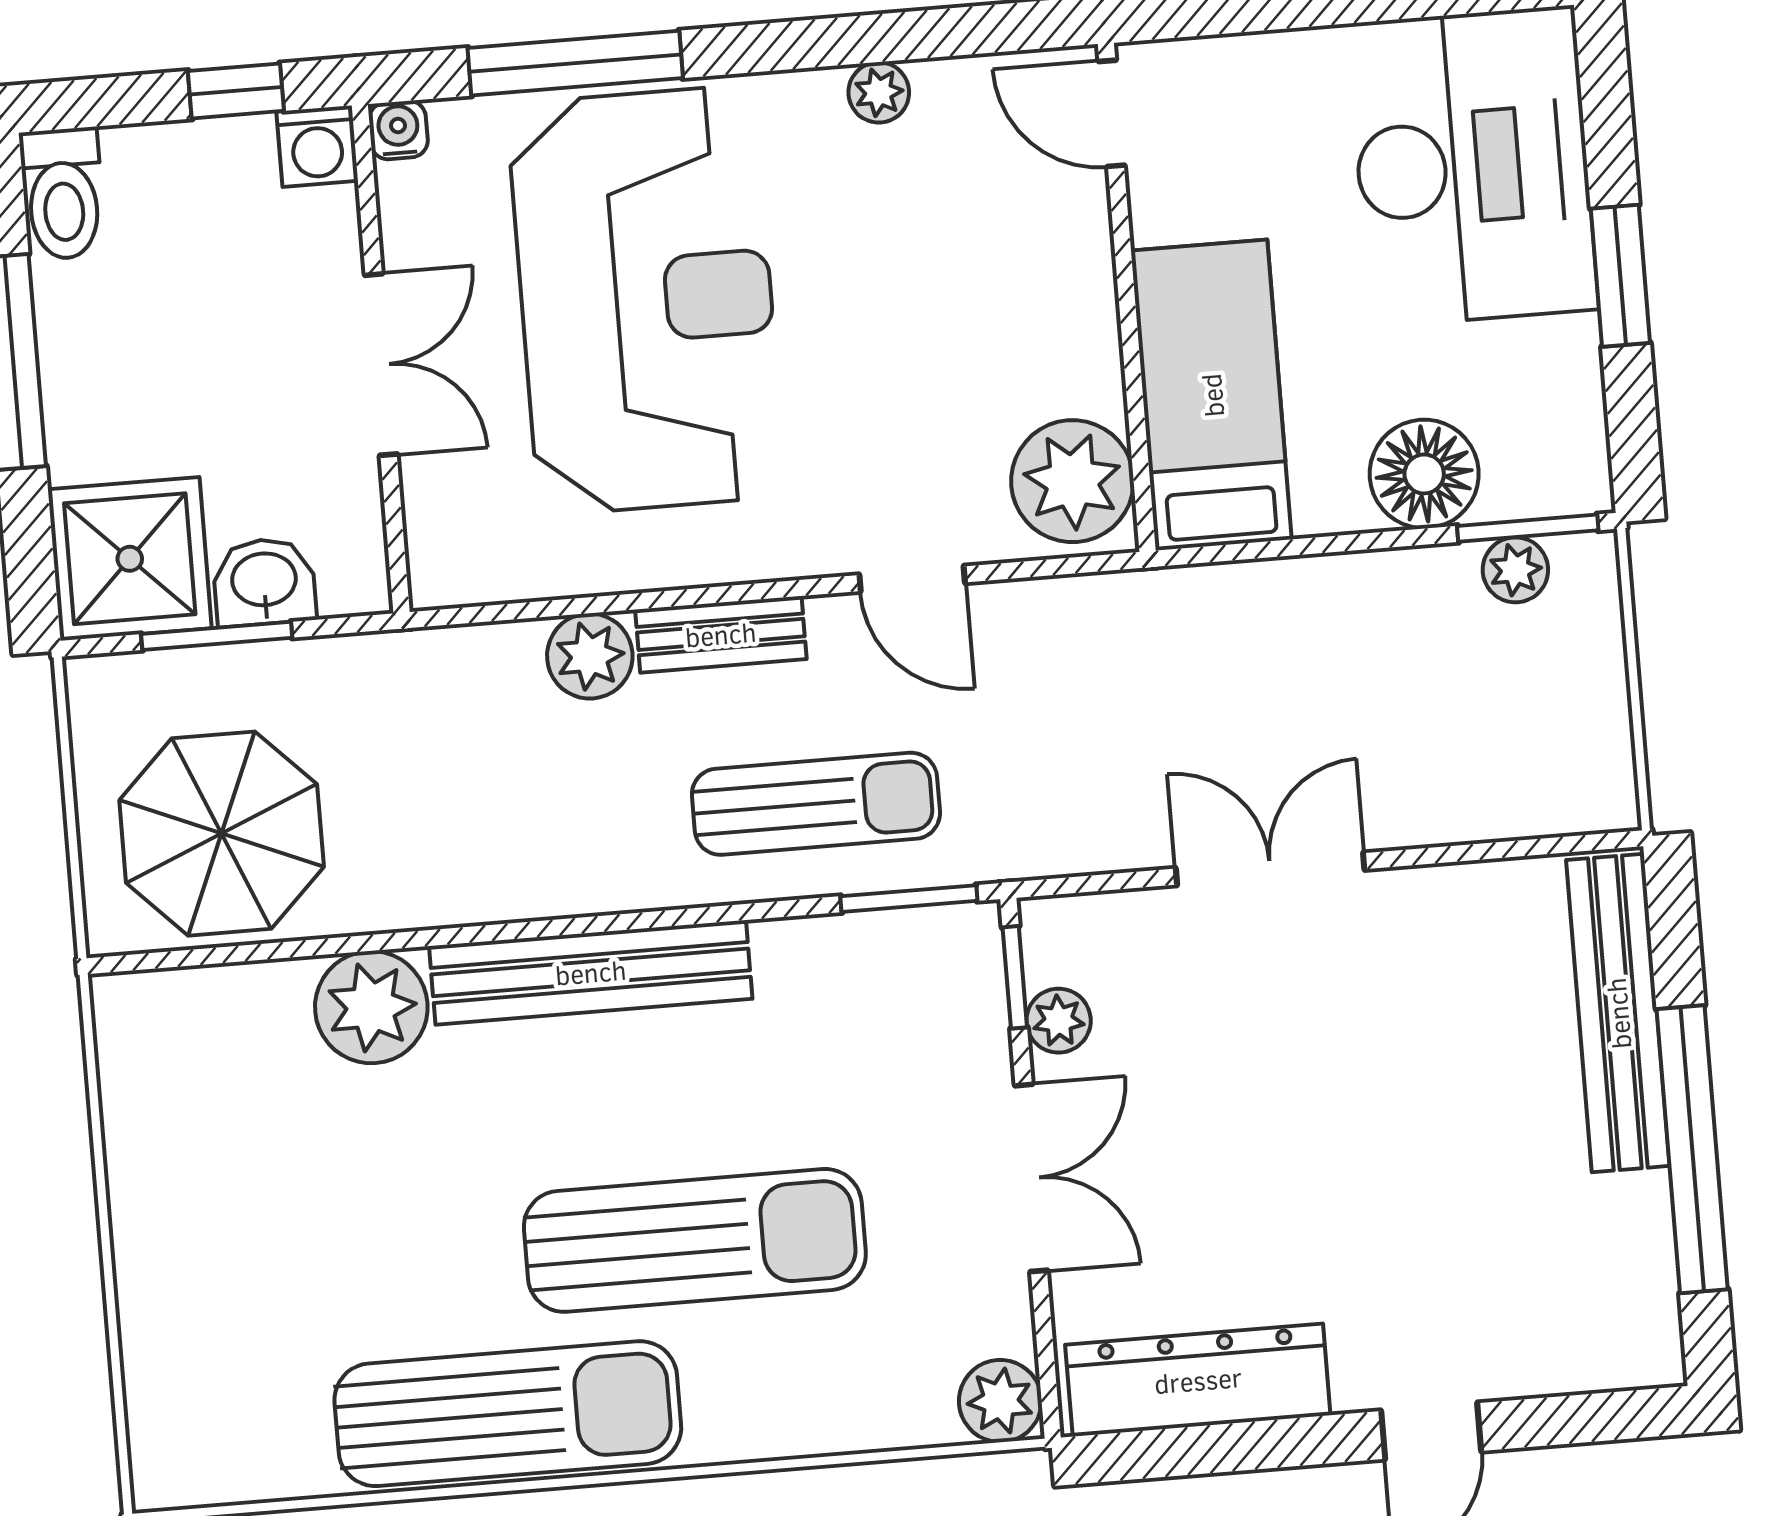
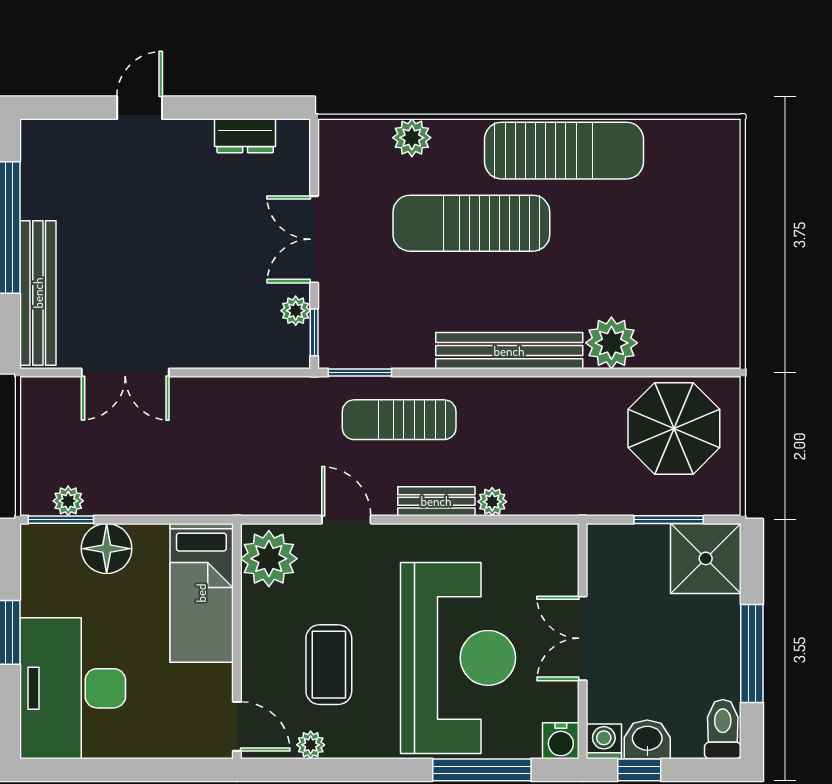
plant: (879, 92) -> (311, 745), moved
water cooler: (398, 130) -> (561, 741), width x1.38, depth x1.38
coffee table: (924, 263) -> (329, 665), added
reception desk: (647, 300) -> (458, 658), turned 180
washbasin: (264, 582) -> (647, 739), moved, turned 180
plant: (590, 656) -> (492, 502), width x0.73, depth x0.73
double door: (1270, 869) -> (125, 373), moved
dresser: (1198, 1380) -> (245, 136), width x0.51, depth x0.80
plant: (1000, 1401) -> (412, 138), moved
sun lounger: (508, 1414) -> (564, 151), turned 180

